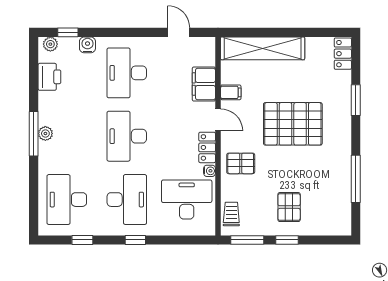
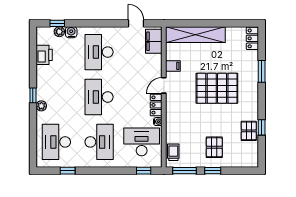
plant: (50, 44) -> (59, 32), moved
filing cabinet: (204, 84) -> (154, 41), moved
door: (218, 120) -> (164, 85), swing flipped
plant: (45, 133) -> (41, 106), moved
window: (34, 134) -> (33, 95), width x0.46
pallet: (241, 163) -> (249, 131), moved, turned 90
window: (356, 179) -> (262, 127), width x0.46
window: (135, 240) -> (144, 171), moved

